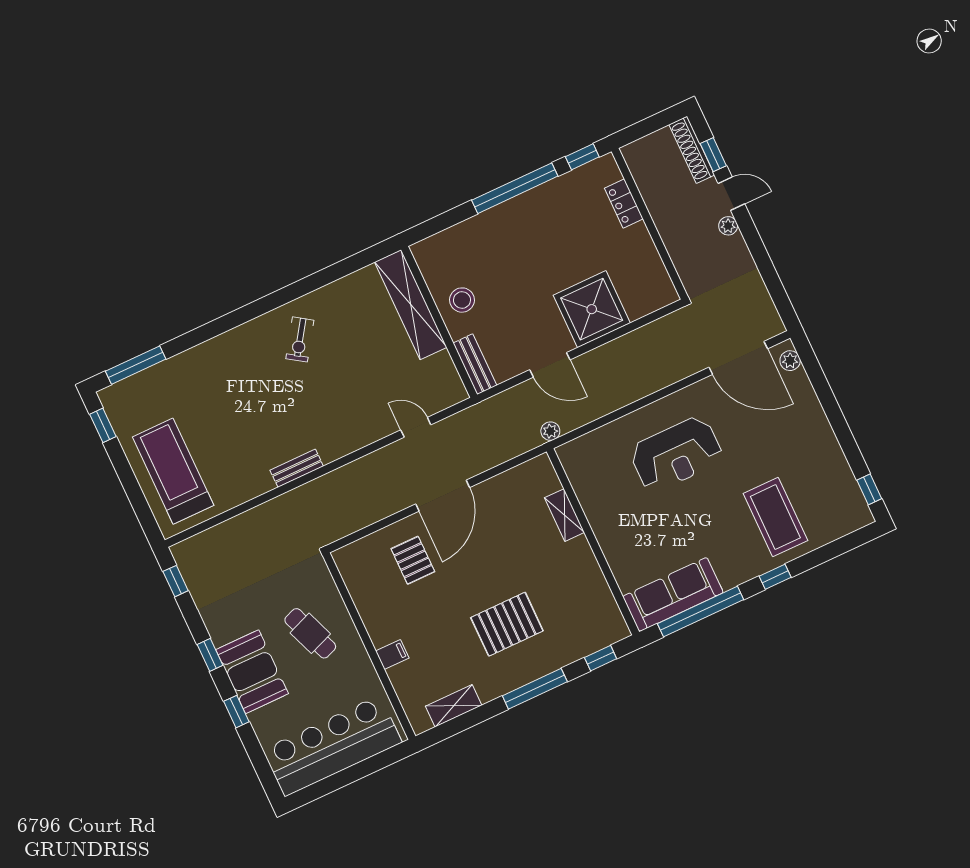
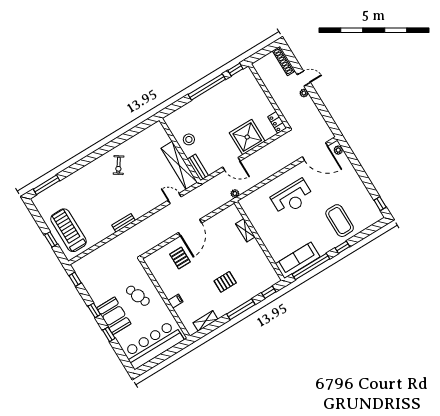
window: (713, 155) -> (294, 62), removed
locker: (624, 204) -> (277, 122), moved
shelving: (411, 305) -> (179, 165), moved
window: (103, 425) -> (51, 240), moved
pallet: (507, 624) -> (225, 282), width x0.67, depth x0.71

